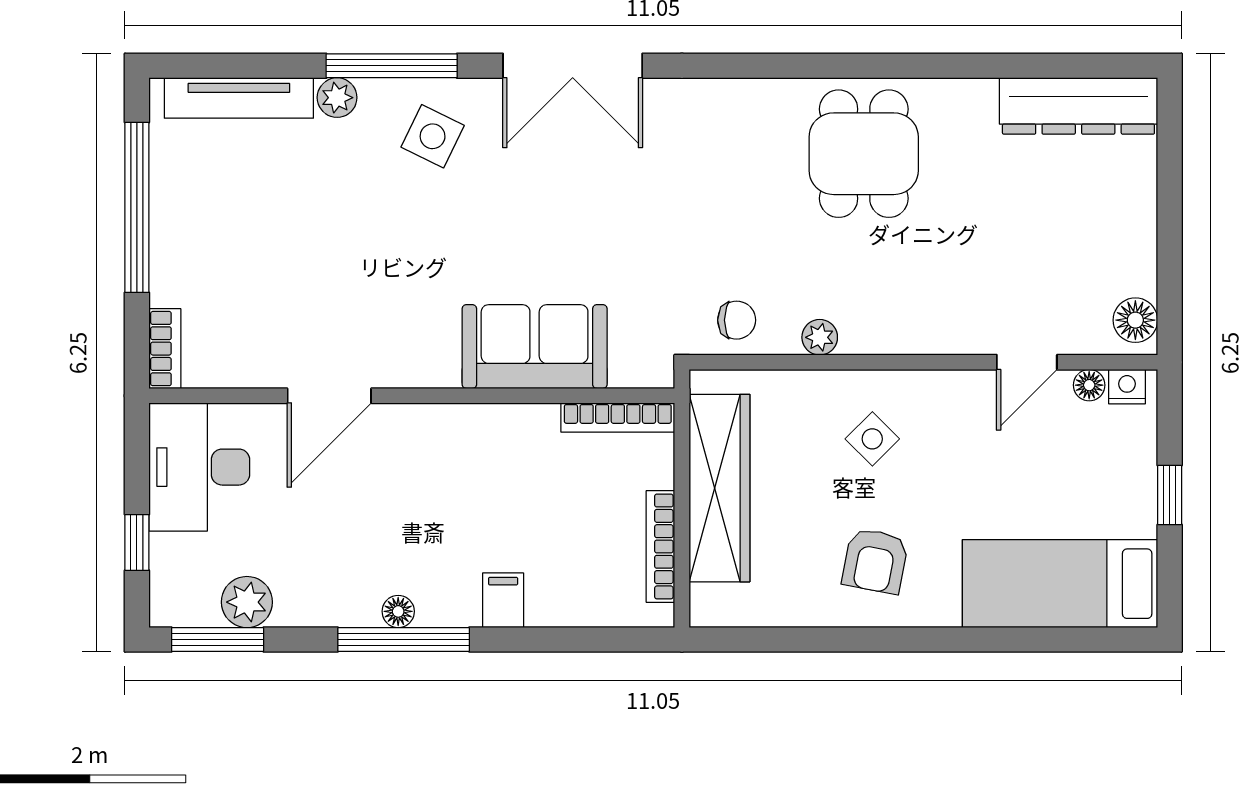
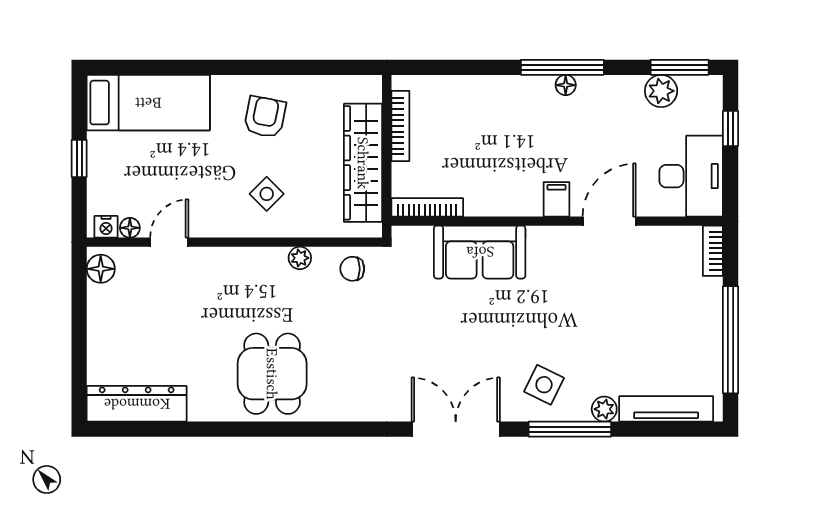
filing cabinet: (503, 600) -> (556, 199), moved, turned 180

